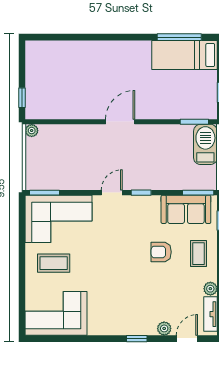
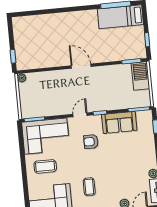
door: (120, 122) -> (81, 66), hinge flipped
sofa: (186, 209) -> (119, 122), moved
armchair: (161, 252) -> (91, 142), moved
coffee table: (199, 254) -> (89, 187), moved

